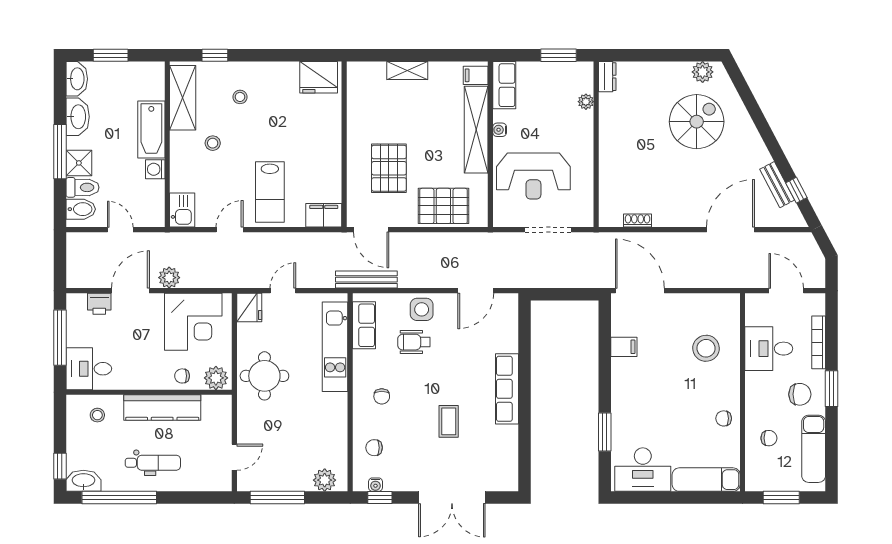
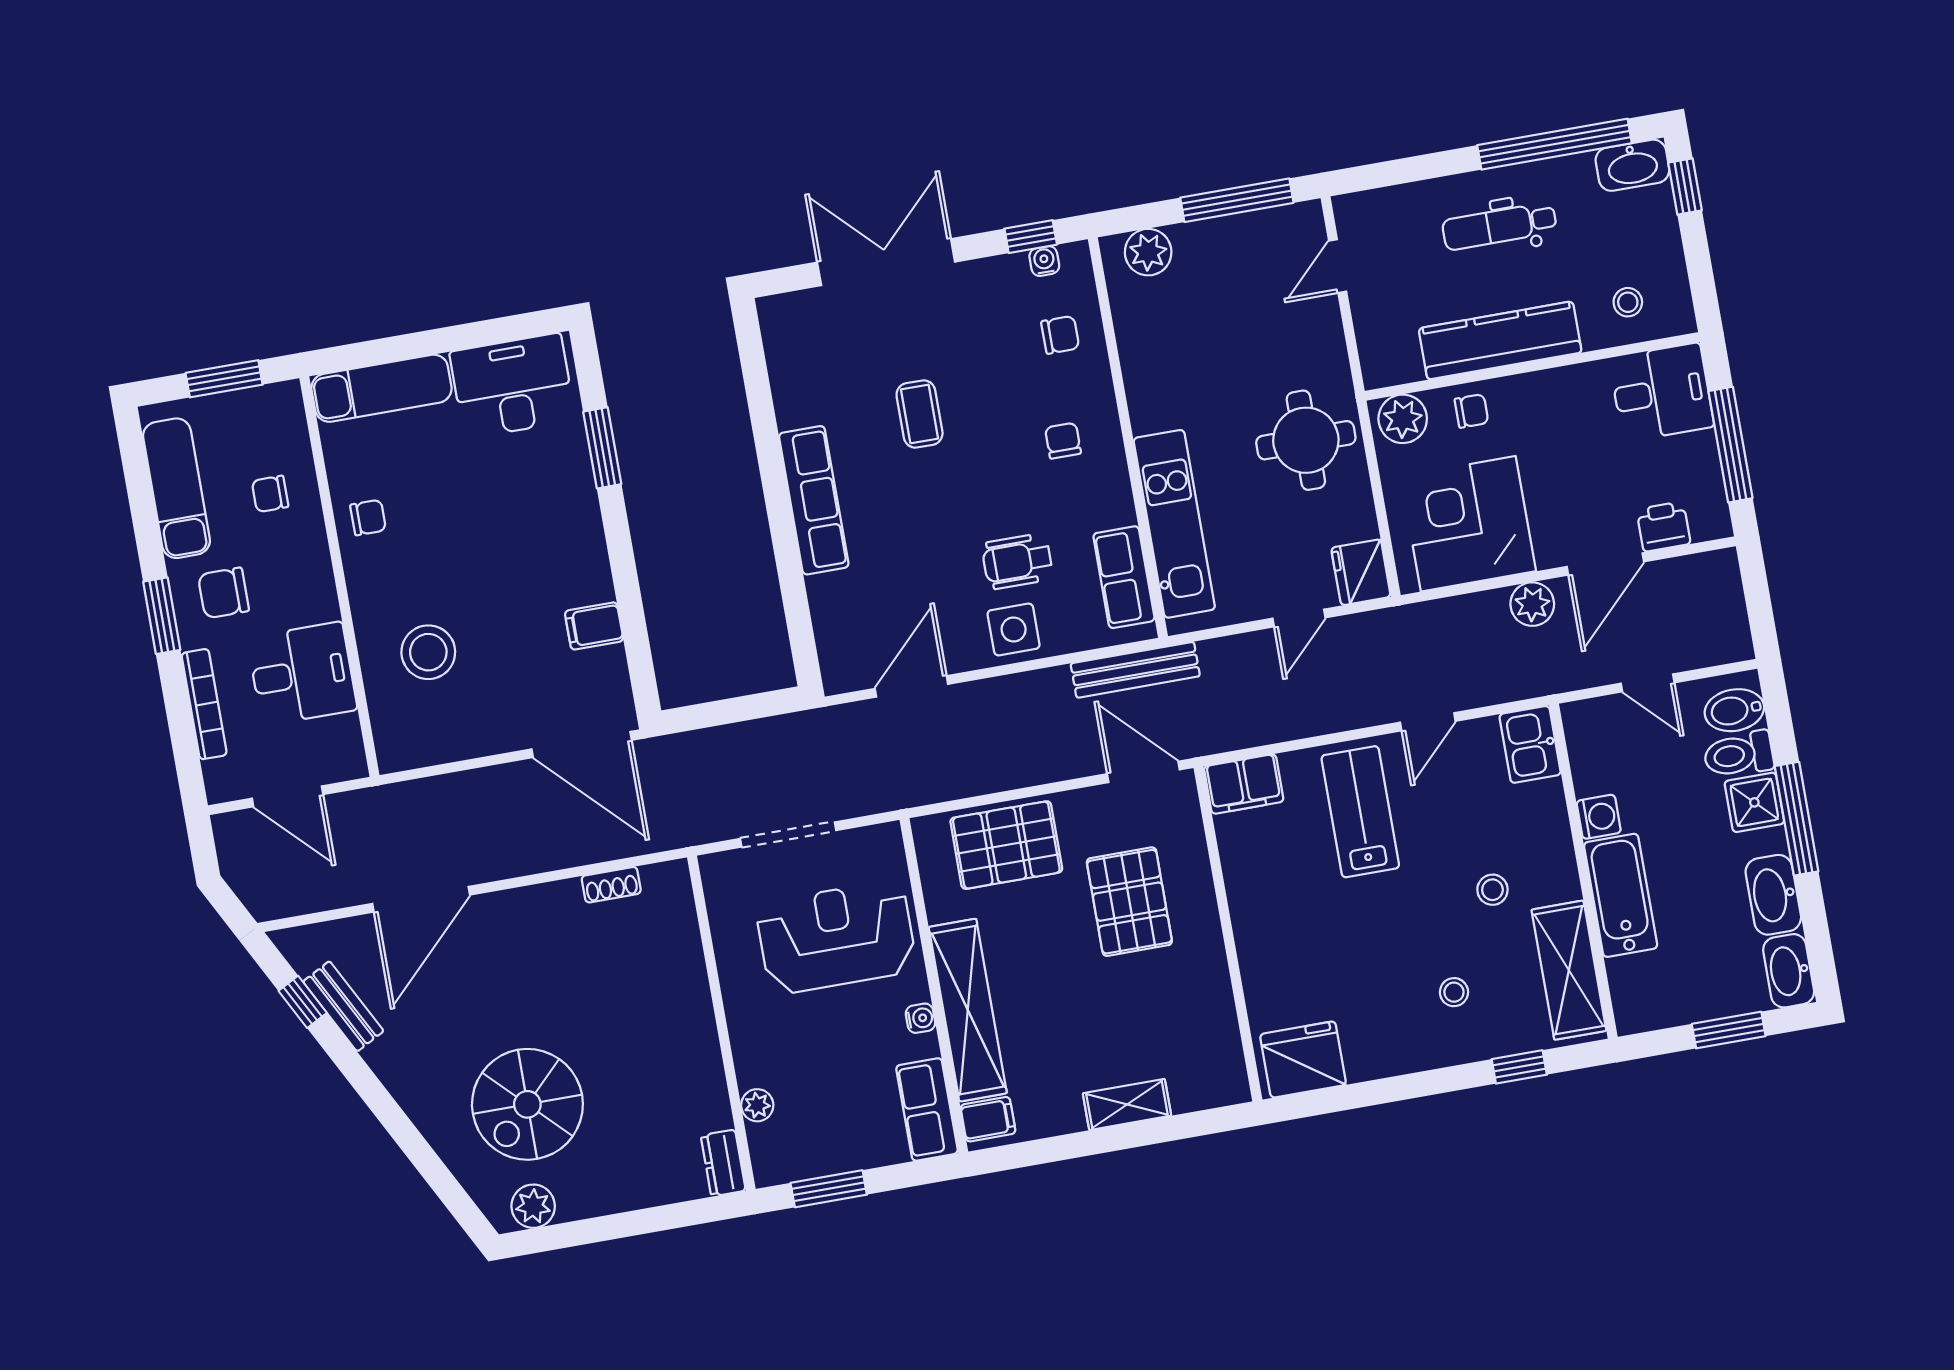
wheelchair: (414, 342) -> (1017, 561), turned 180

